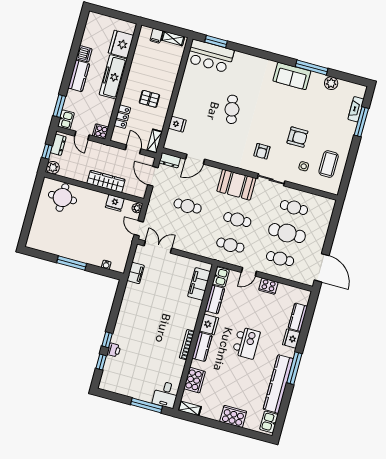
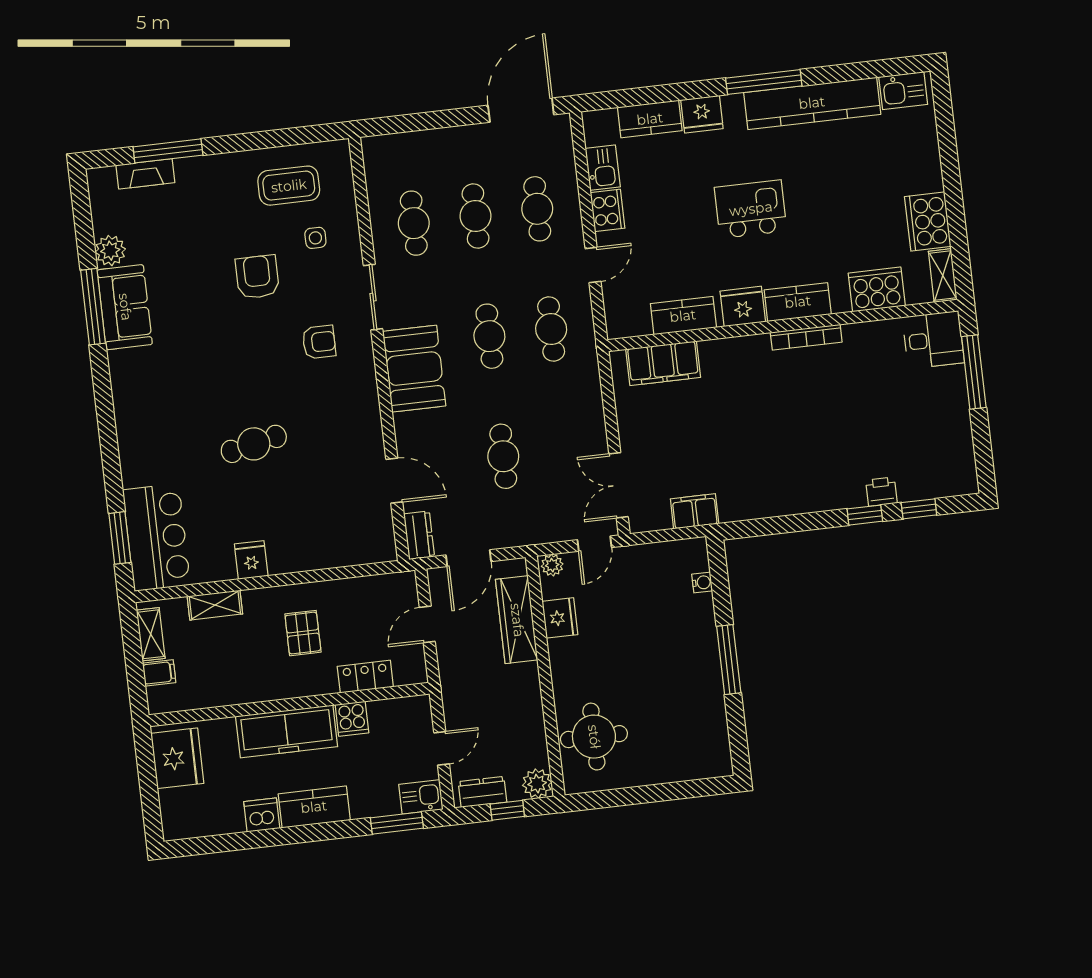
fridge: (121, 44) -> (177, 758), moved, turned -90
sofa: (292, 76) -> (125, 307), moved
fridge: (177, 124) -> (251, 560), moved
cooker: (101, 131) -> (352, 719), moved
shelving: (155, 141) -> (215, 605), moved
wardrobe: (106, 181) -> (517, 620), moved
cafe table: (287, 233) -> (475, 216), width x0.73, depth x0.74
door: (249, 272) -> (593, 265), hinge flipped
kitchen sink: (221, 277) -> (603, 168), moved, turned 90
cooker: (233, 416) -> (928, 221), moved

